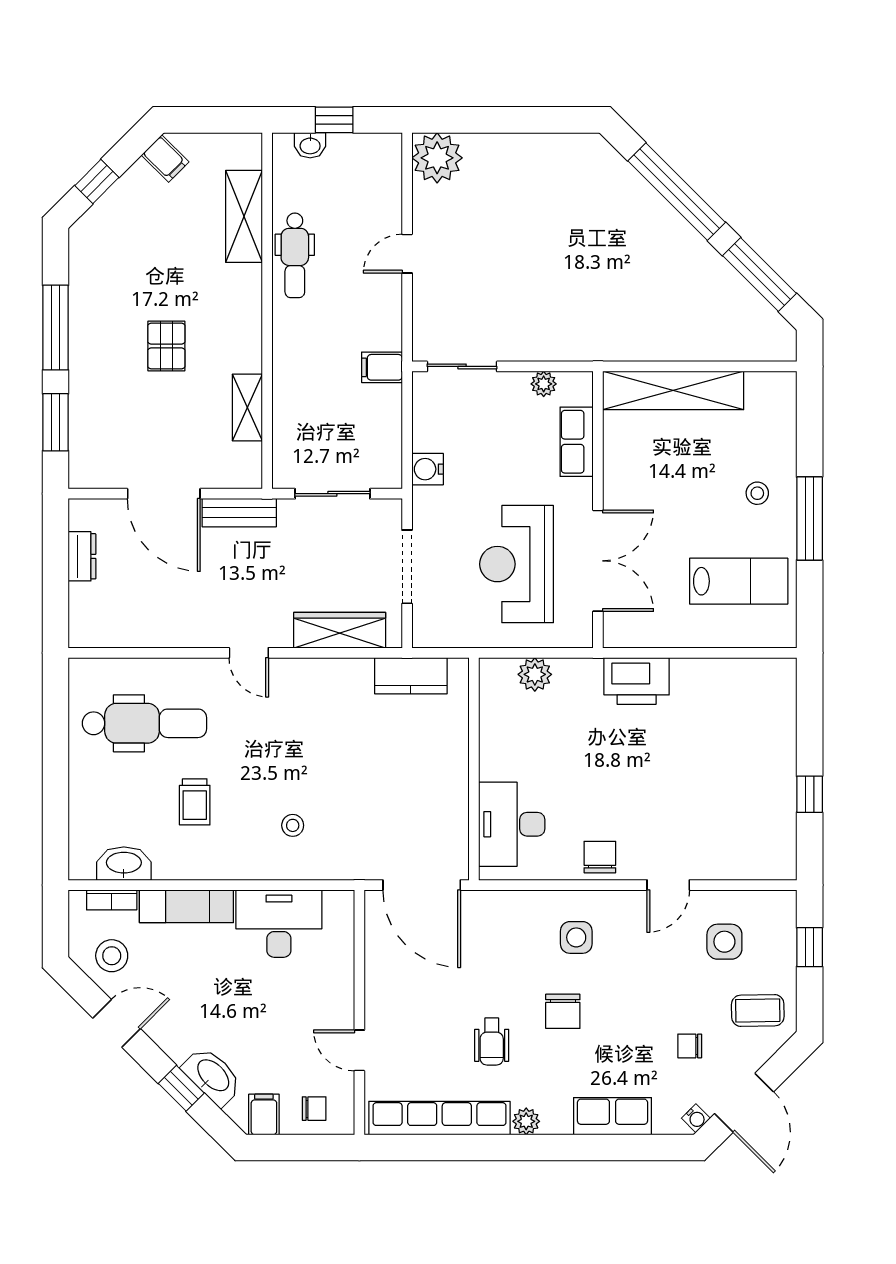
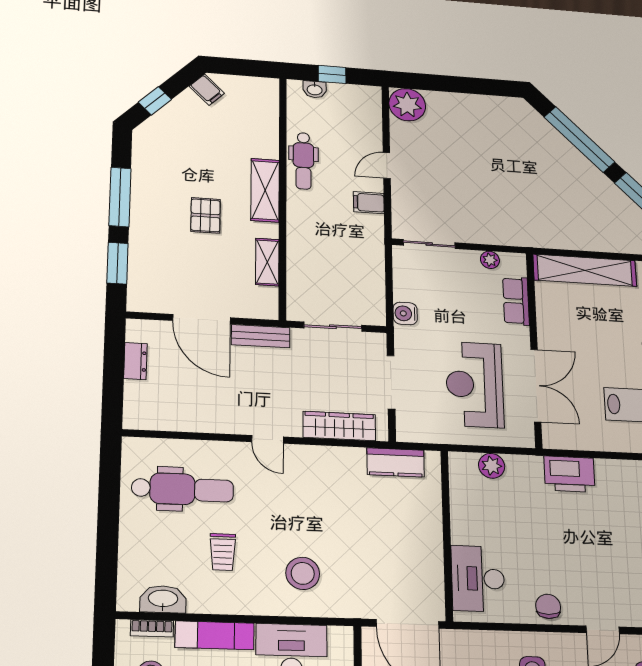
shelving: (244, 216) -> (265, 190), moved
filing cabinet: (382, 367) -> (369, 203), moved
stool: (293, 825) -> (303, 573), width x1.89, depth x1.89

